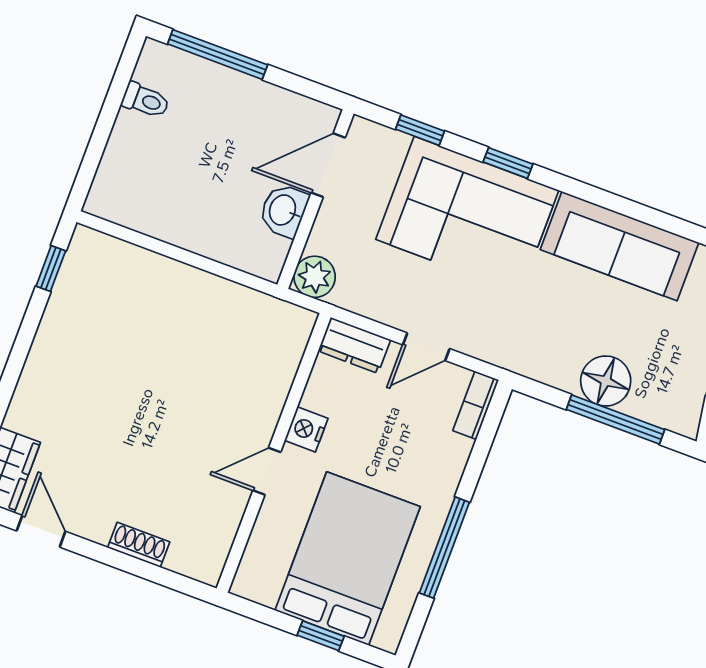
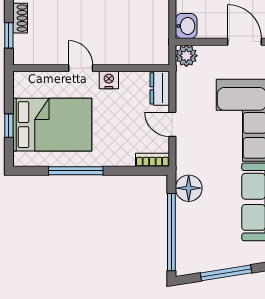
washbasin: (284, 210) -> (186, 26), moved, turned 90
floor lamp: (606, 381) -> (189, 188), moved
window: (615, 419) -> (171, 232), width x1.46
window: (162, 576) -> (9, 35), added

